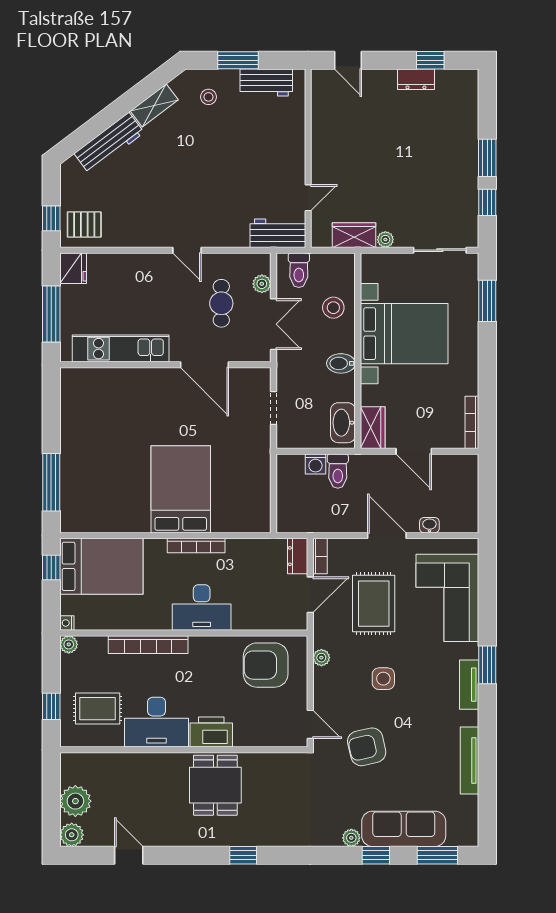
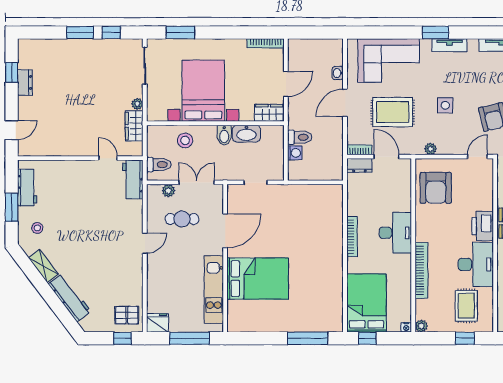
pallet: (84, 224) -> (127, 315), turned 90
washbasin: (343, 423) -> (246, 134), moved
bed: (181, 489) -> (258, 279), moved, turned 180

